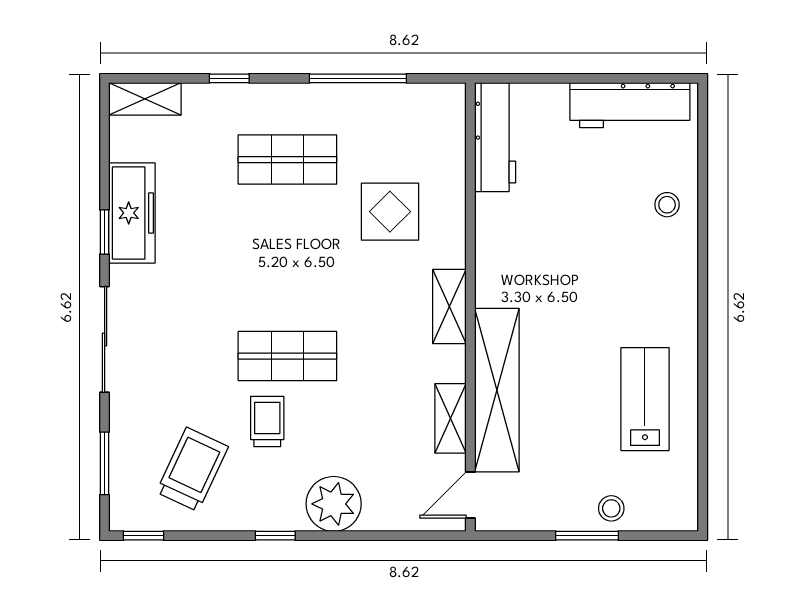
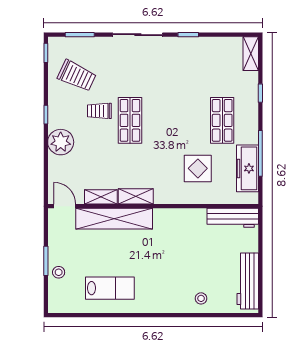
freezer: (132, 213) -> (247, 168), moved, turned 90
shelving: (449, 307) -> (136, 196), moved
trolley: (267, 421) -> (99, 111), turned 180

